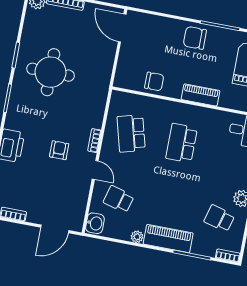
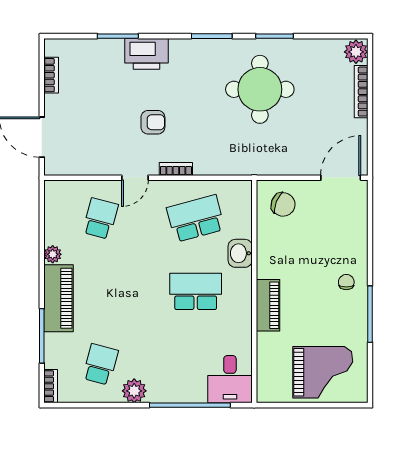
chair: (195, 38) -> (346, 282), width x0.54, depth x0.54
chair: (154, 82) -> (283, 204), moved, turned -69
washbasin: (95, 223) -> (240, 253), moved, turned 90

